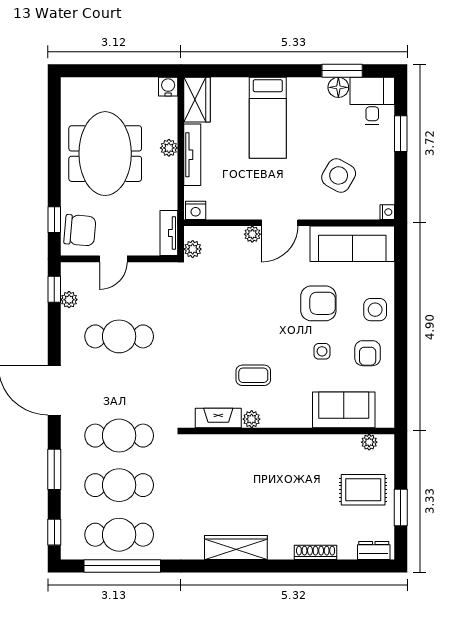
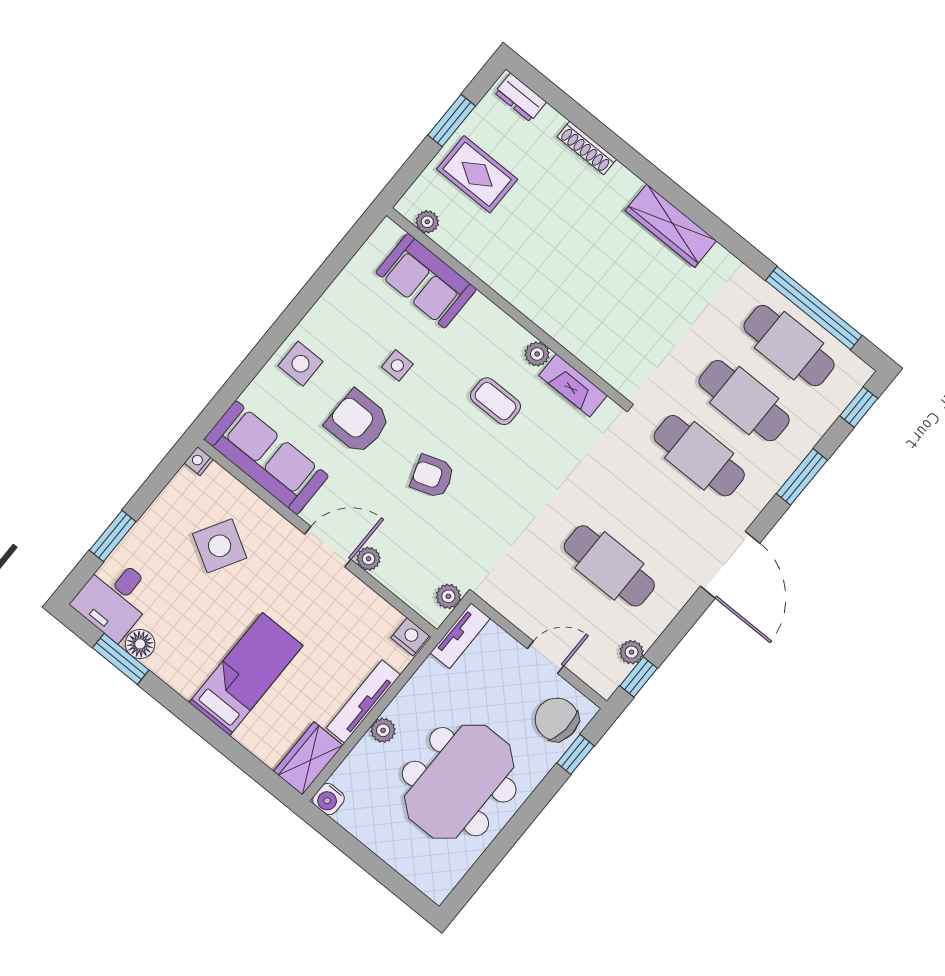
armchair: (368, 353) -> (432, 476), moved, turned -109

